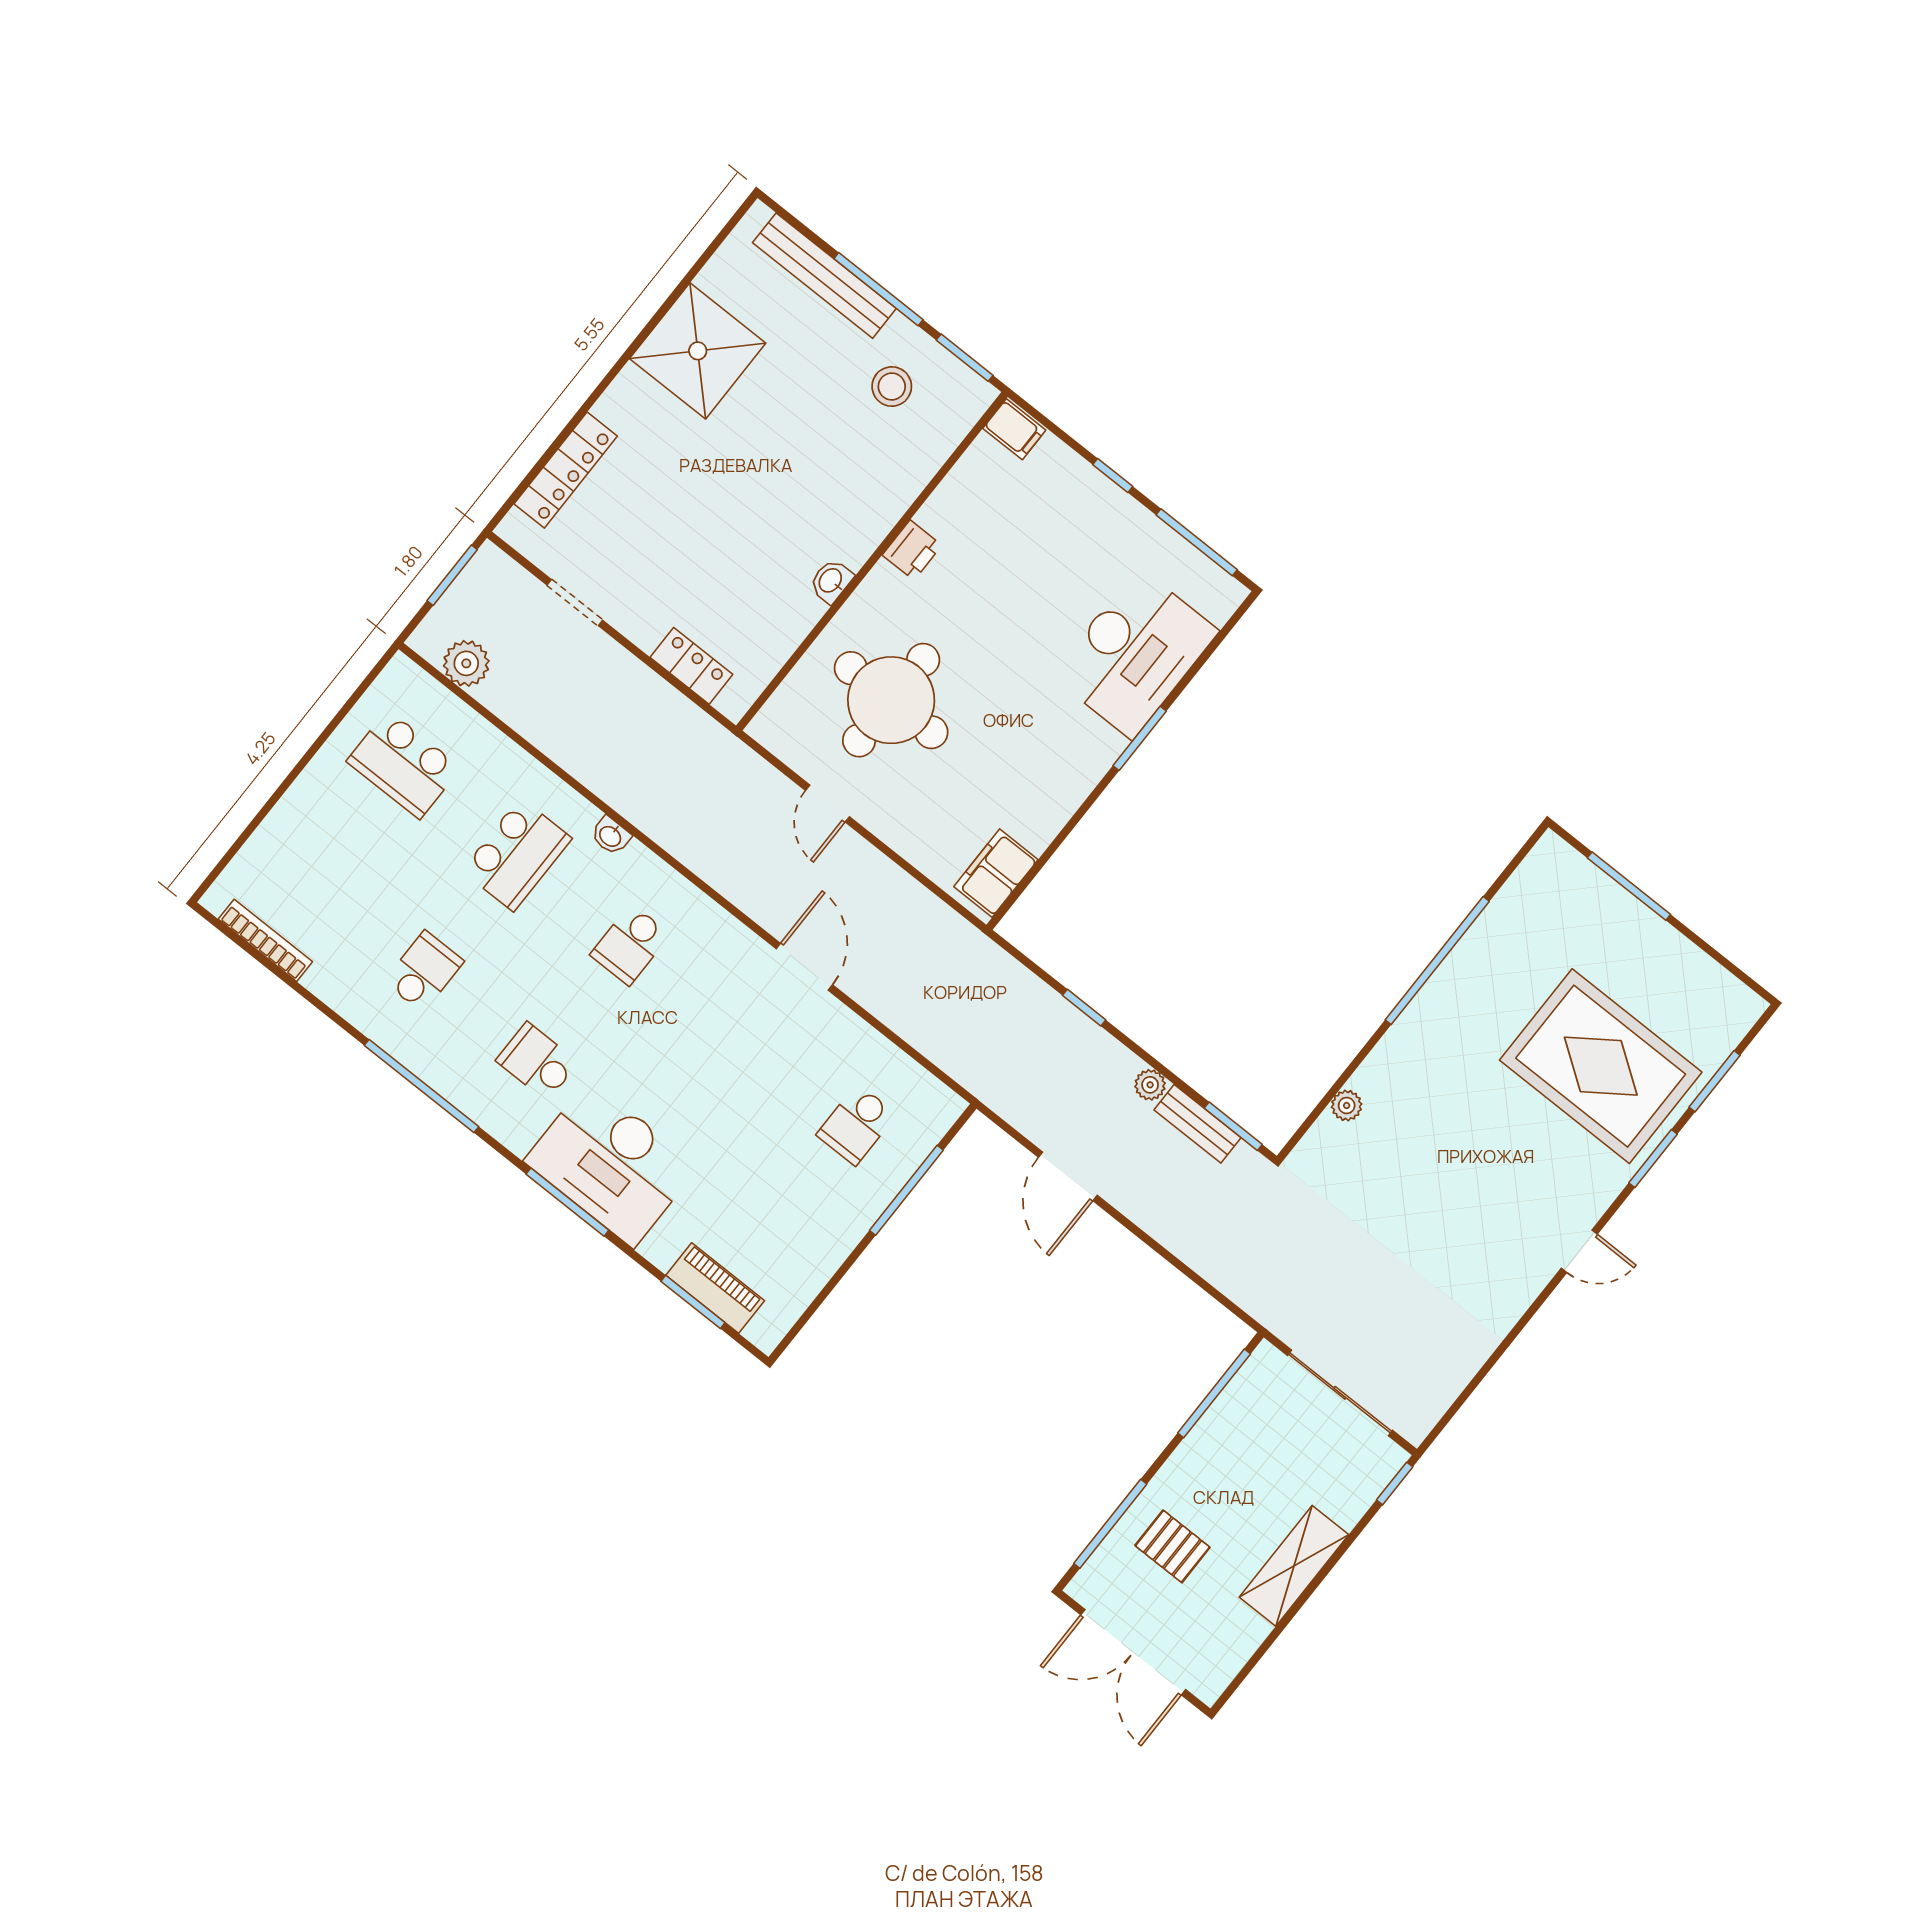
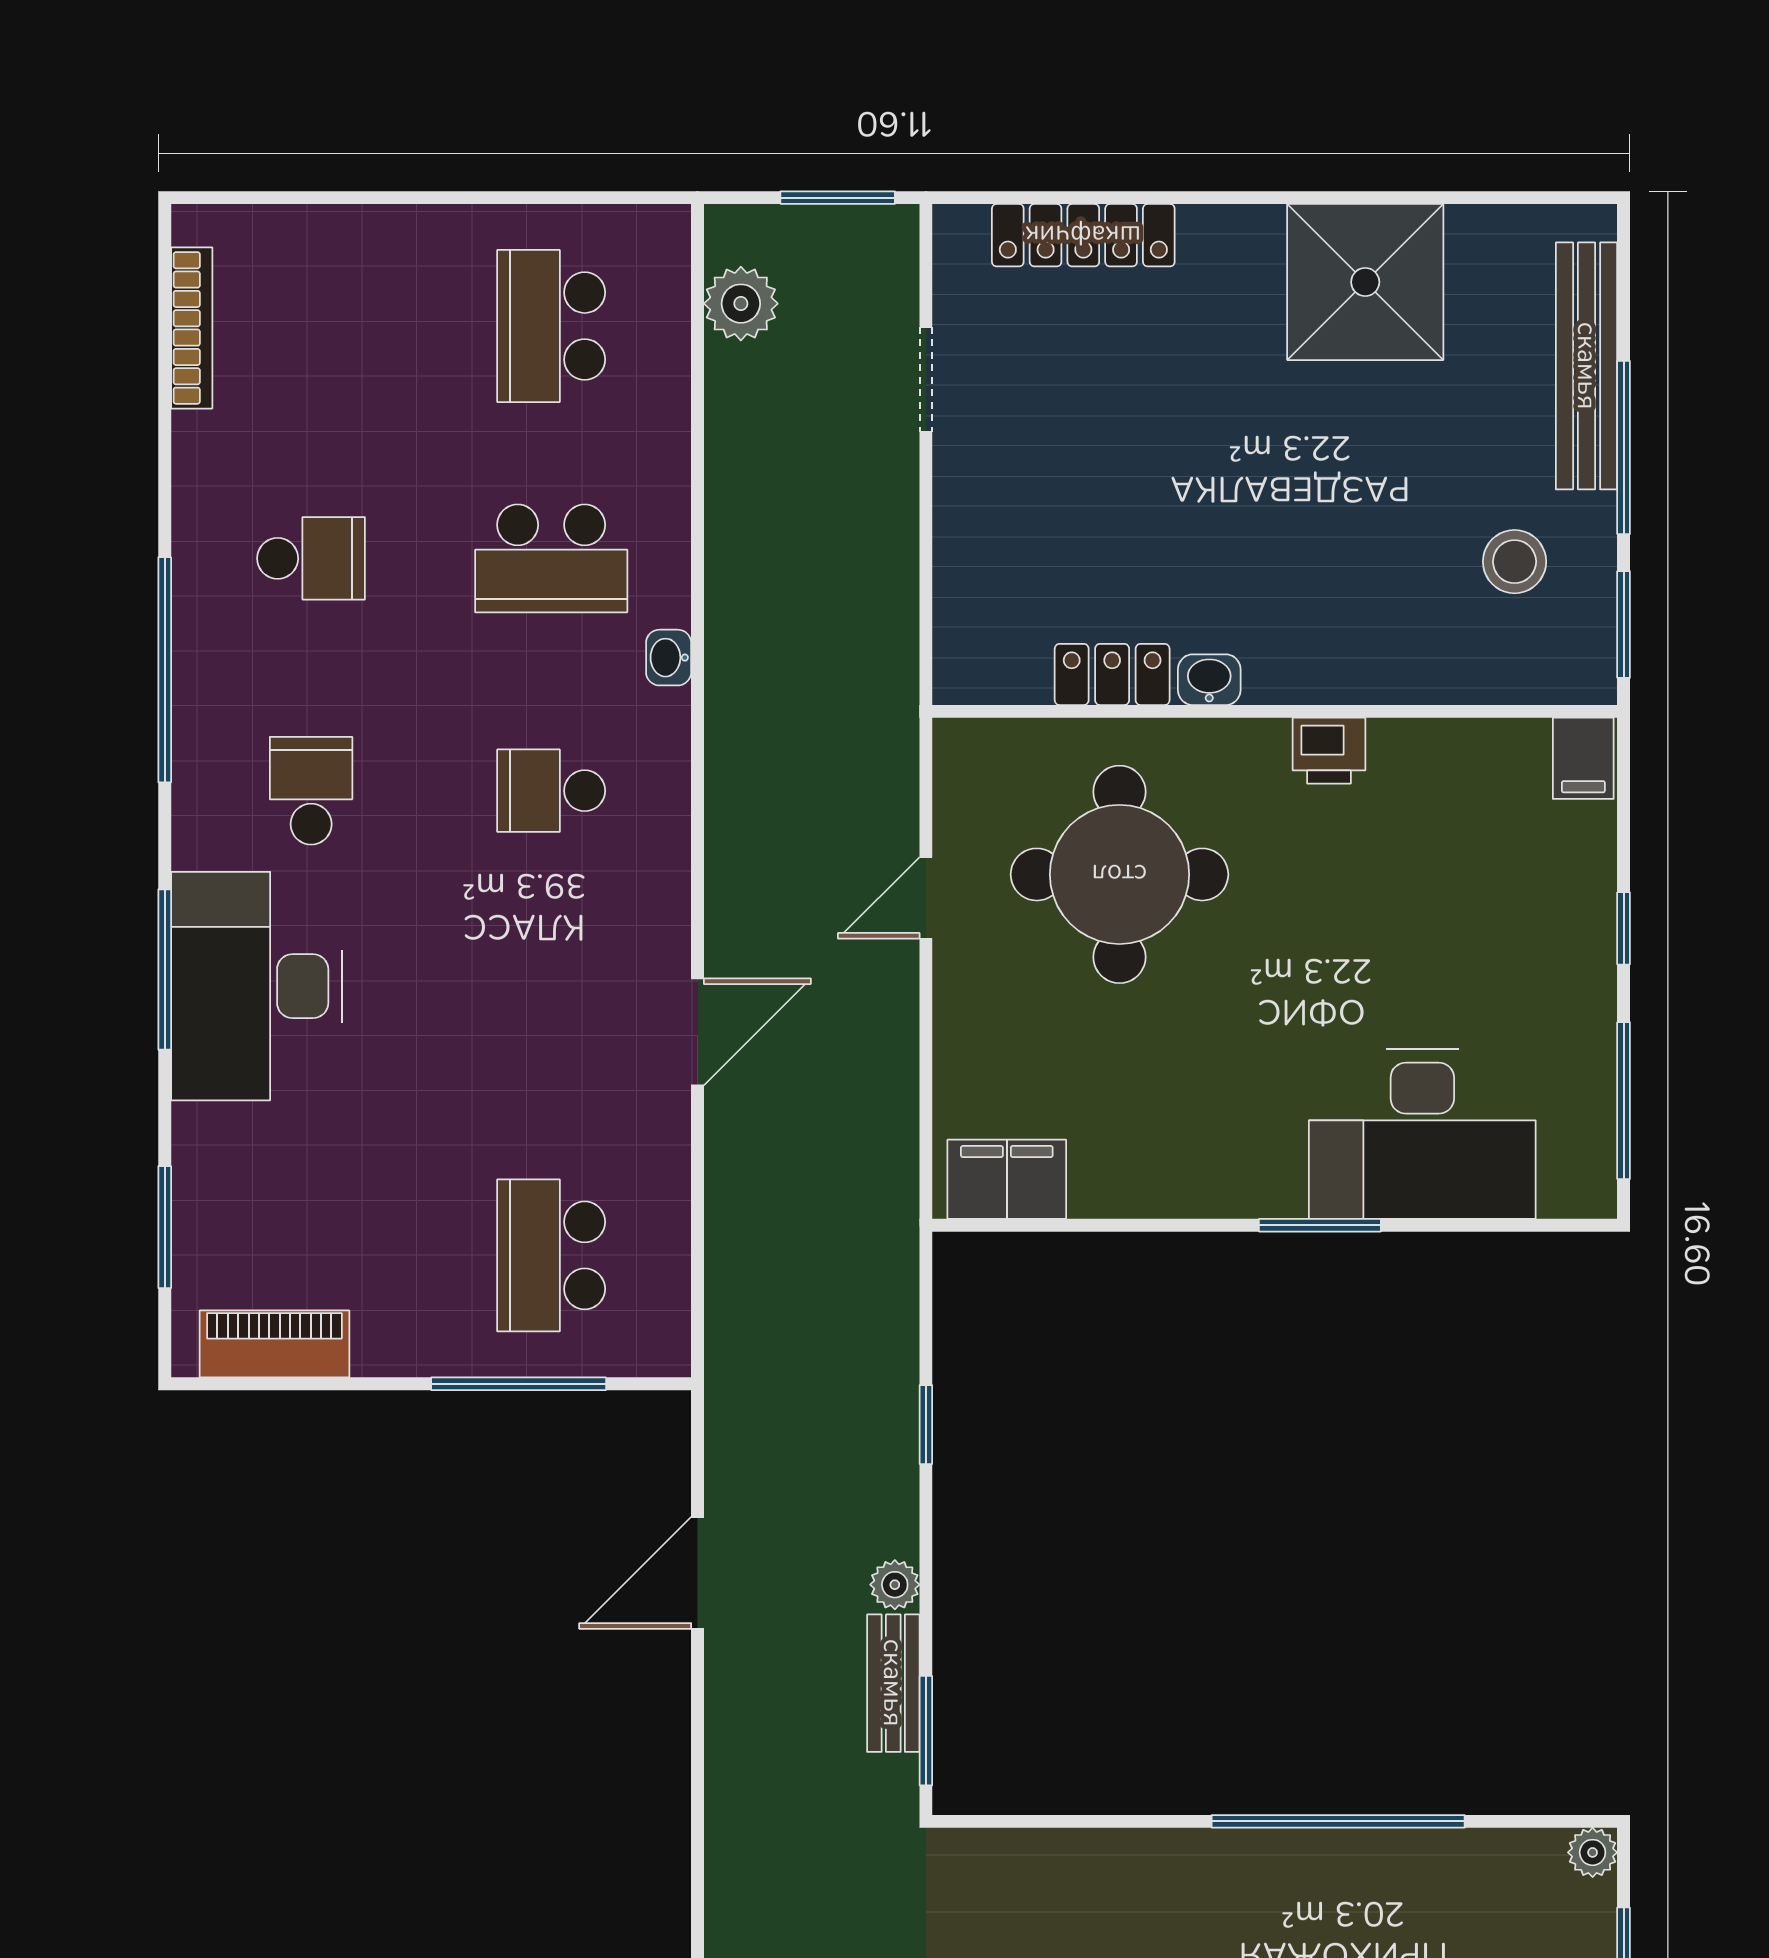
locker: (691, 666) -> (1112, 674), moved, turned -90
plant: (1347, 1105) -> (1593, 1852), moved
school desk: (856, 1125) -> (551, 1255), width x1.85
piano: (715, 1288) -> (274, 1344), moved, turned -90

